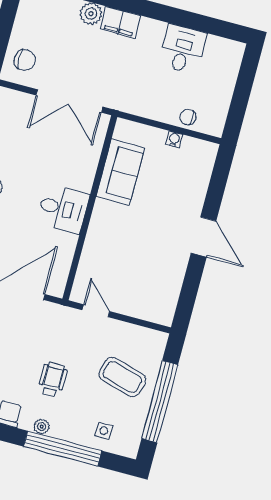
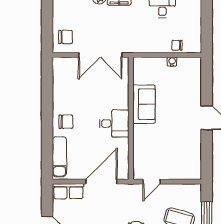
sofa: (120, 172) -> (144, 104), moved
door: (96, 311) -> (152, 182), swing flipped

